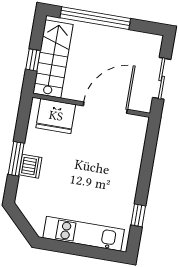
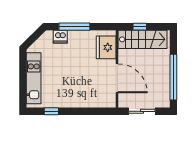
window: (95, 18) -> (173, 77), moved
window: (16, 159) -> (74, 27), width x1.44
dishwasher: (30, 166) -> (60, 37), moved

